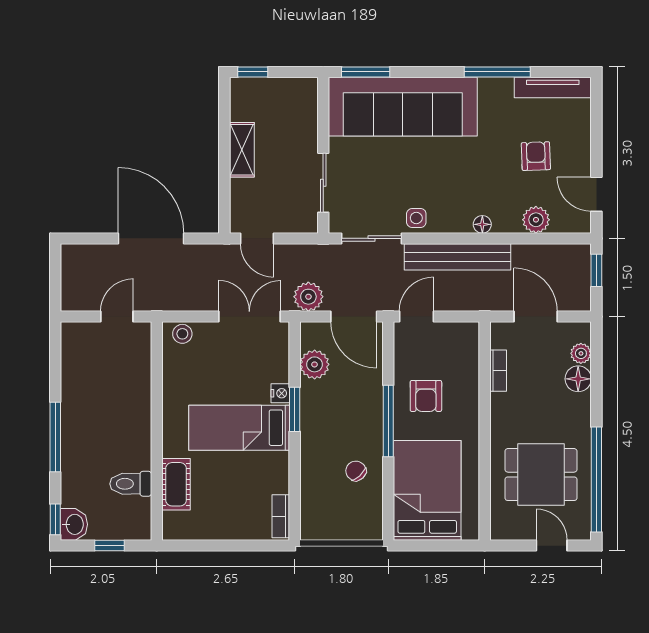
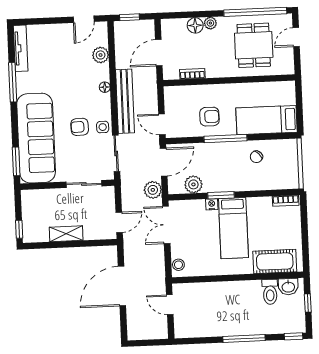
armchair: (536, 156) -> (80, 127), moved
plant: (581, 353) -> (210, 23), moved
cot: (176, 484) -> (275, 261), width x1.37, depth x1.34
bed: (427, 490) -> (267, 120), width x0.67
washbasin: (74, 524) -> (288, 287), moved, turned 180

